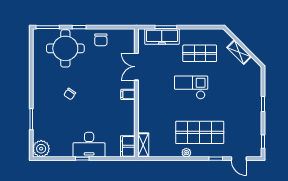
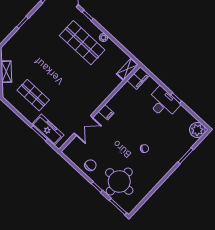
checkout: (191, 87) -> (60, 78), removed

